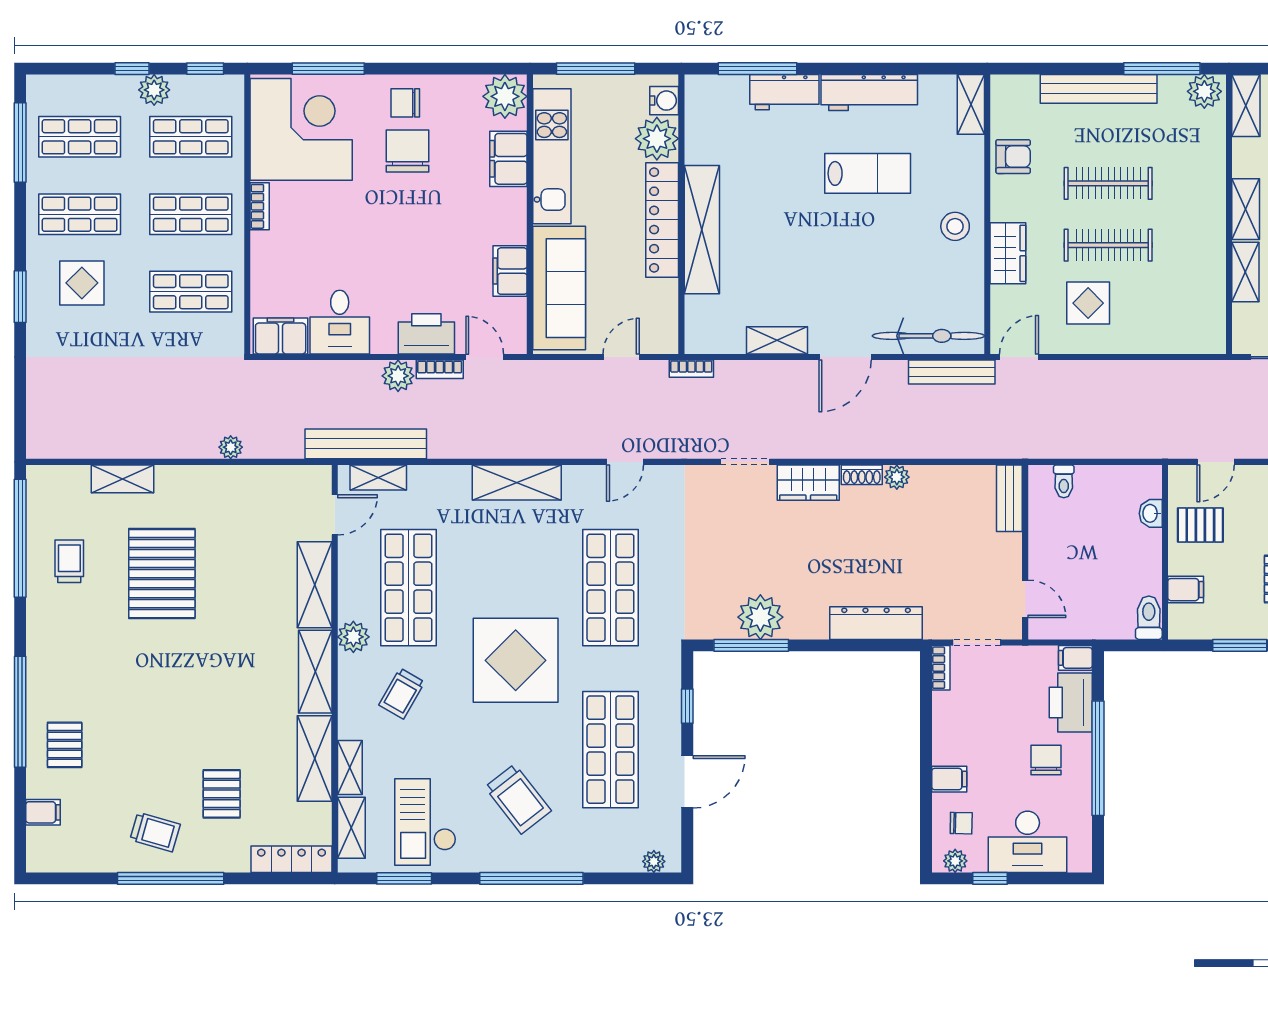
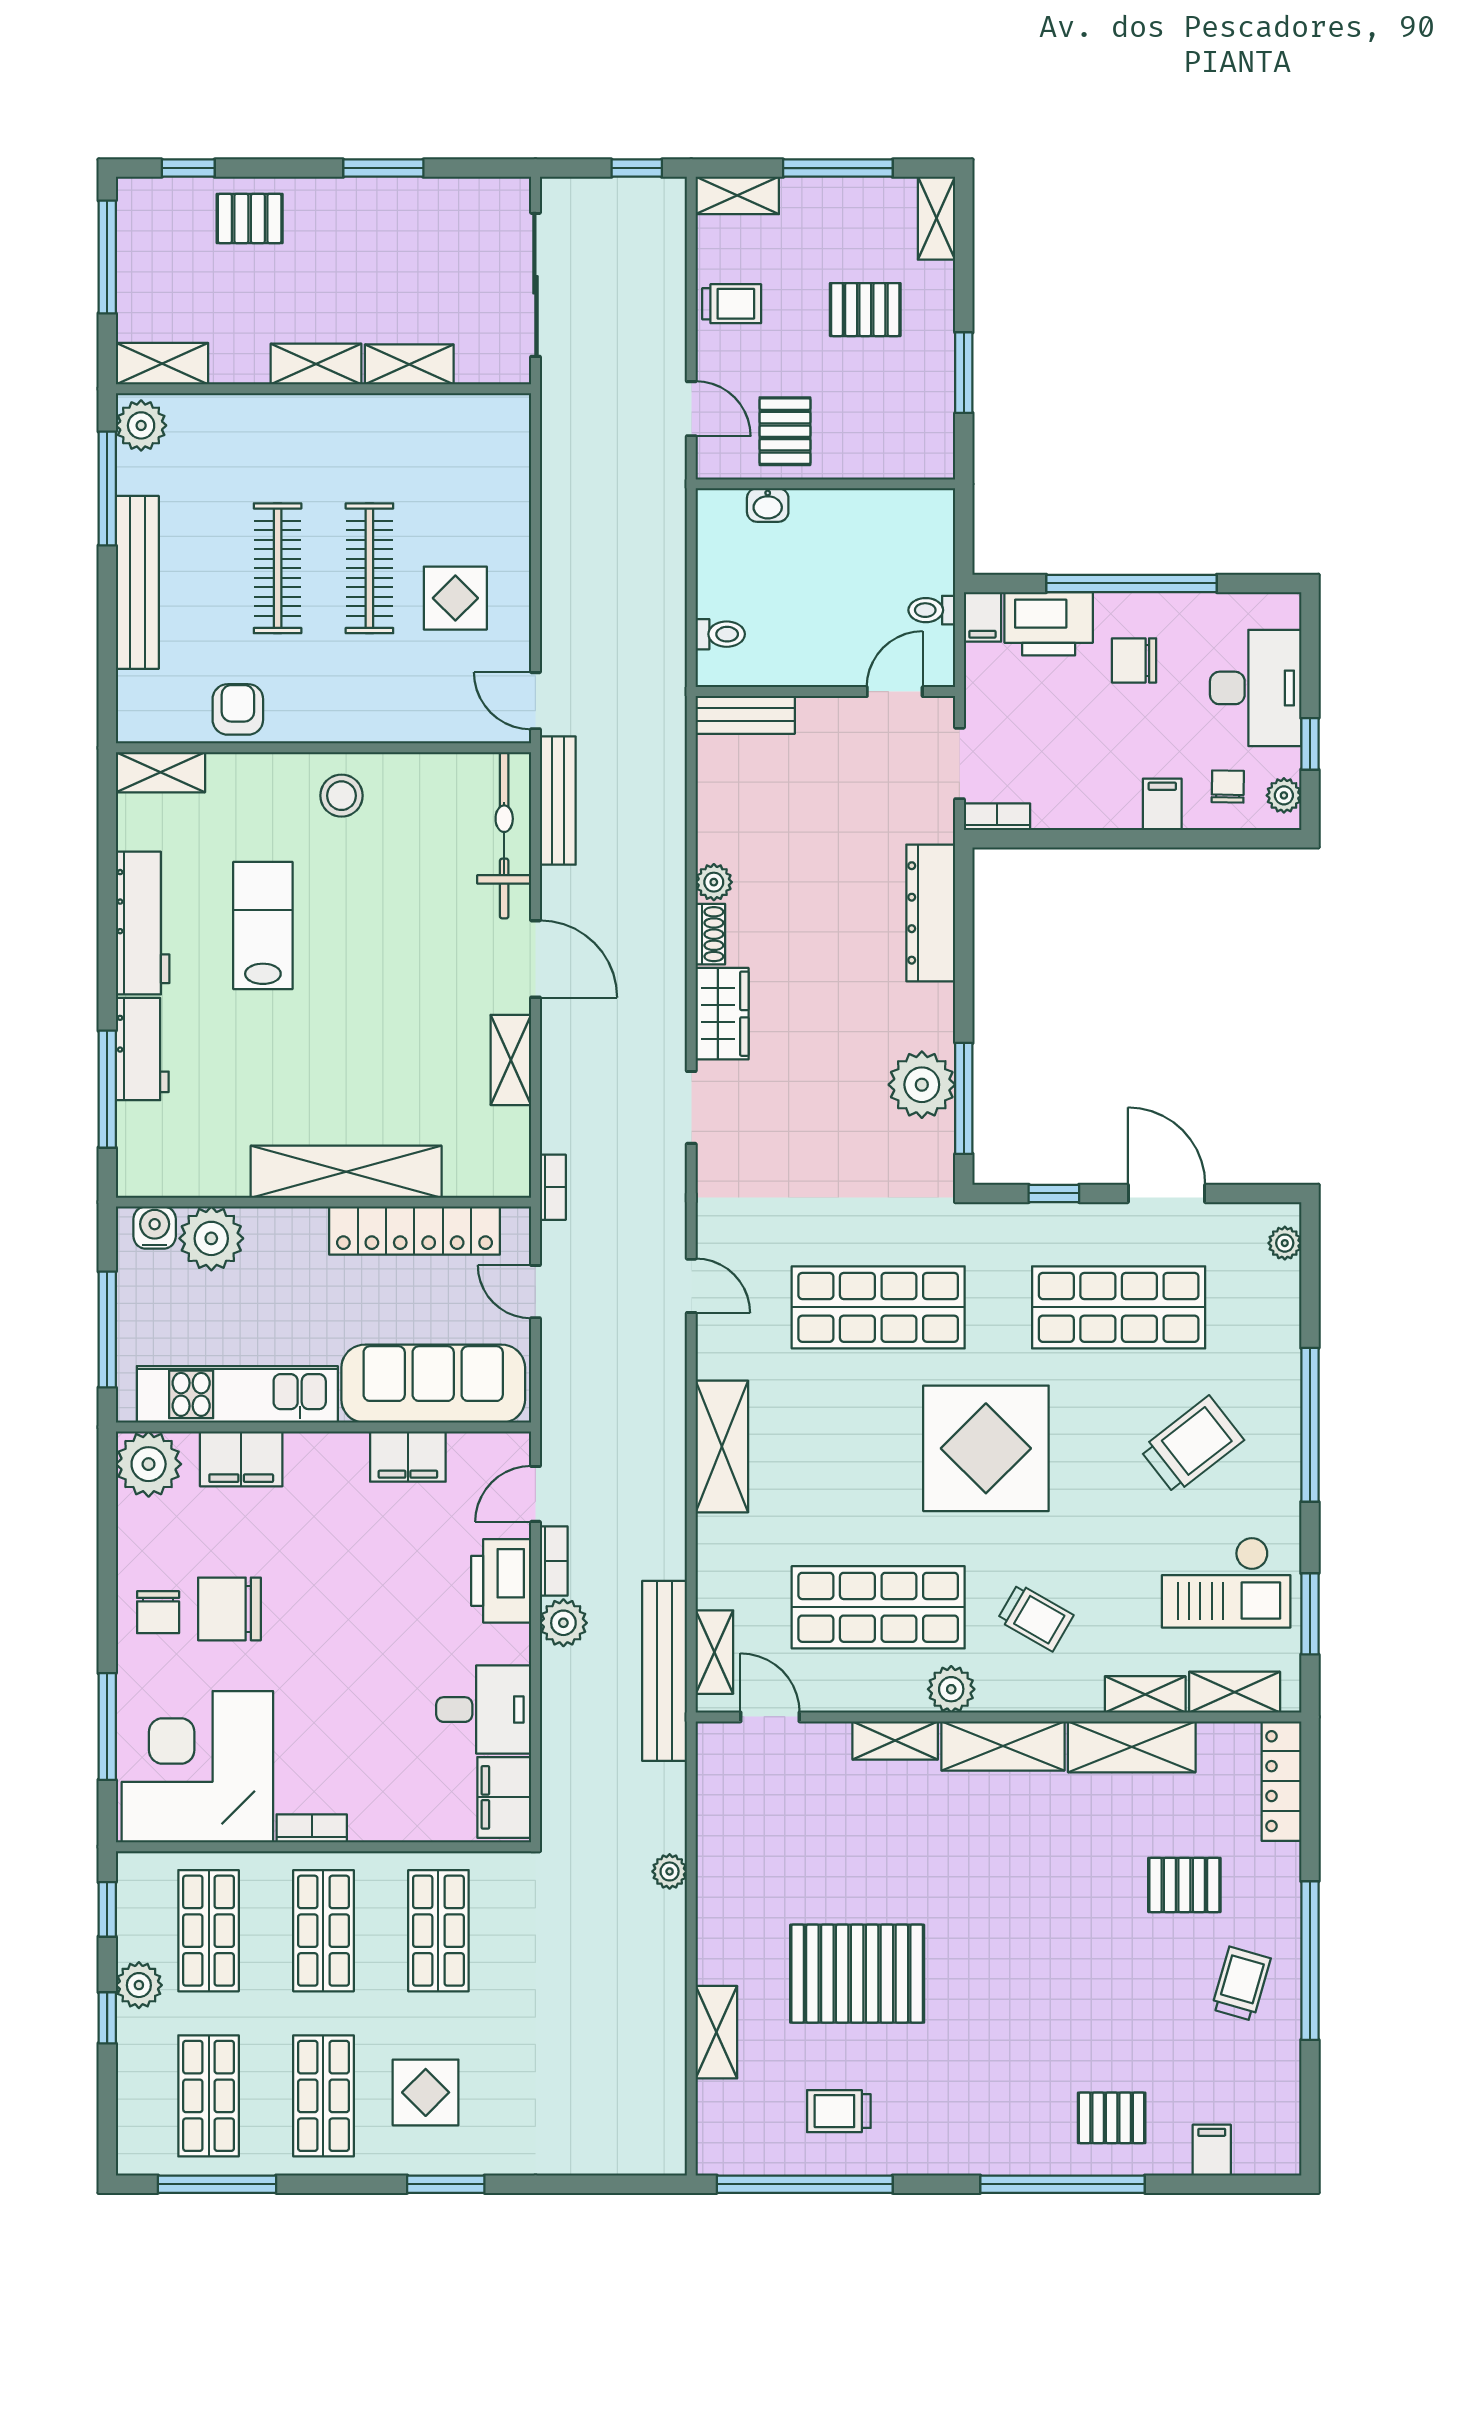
locker: (662, 220) -> (414, 1231), moved
wardrobe: (1008, 253) -> (381, 717), removed
shelving: (315, 585) -> (895, 1740), width x0.67, depth x0.75
filing cabinet: (1186, 590) -> (881, 453), removed
toilet: (1149, 618) -> (932, 610), moved, width x0.73, depth x0.72

